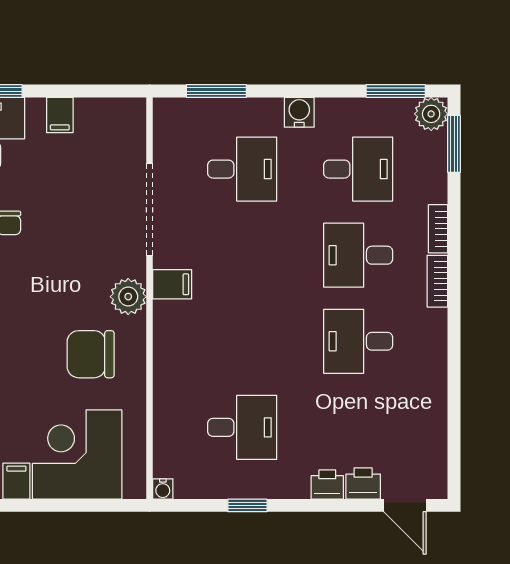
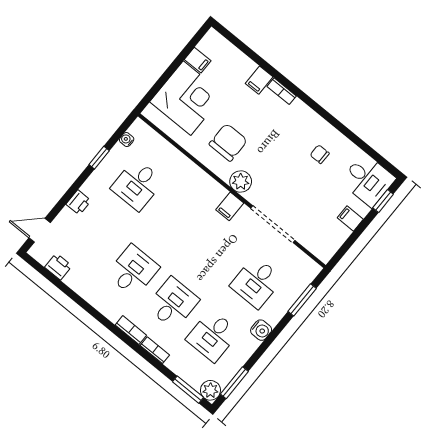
printer: (363, 483) -> (58, 267), moved, turned -90
water cooler: (163, 489) -> (127, 140), moved

